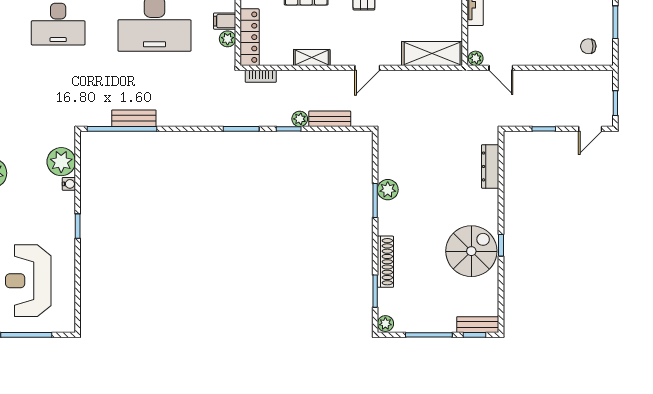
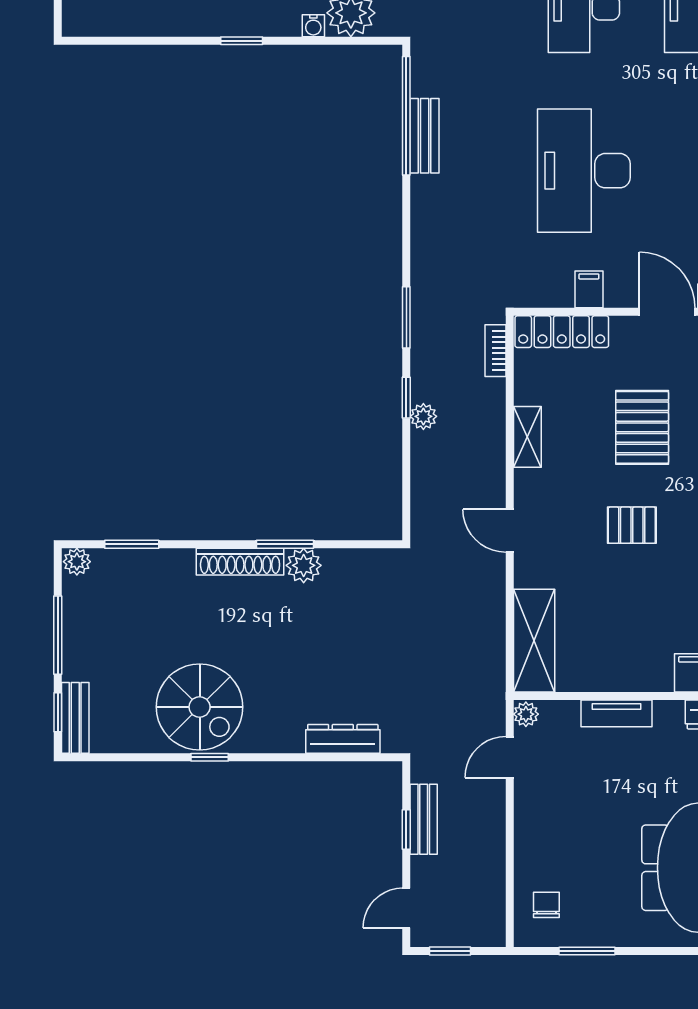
plant: (228, 39) -> (559, 294), removed
bench: (330, 119) -> (424, 819), moved
door: (590, 129) -> (406, 908), hinge flipped
shoe rack: (385, 262) -> (240, 562), moved

